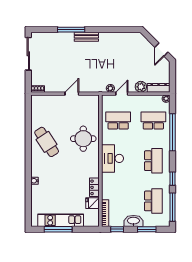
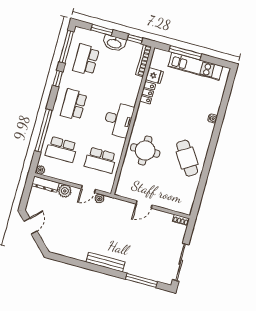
window: (71, 30) -> (141, 280), moved
bench: (86, 37) -> (106, 262), width x1.36
window: (58, 229) -> (185, 53), moved

